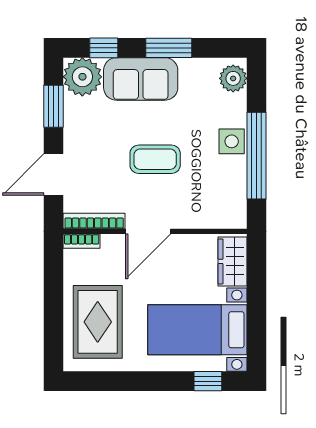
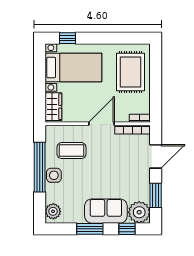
coffee table: (155, 159) -> (71, 151), moved

